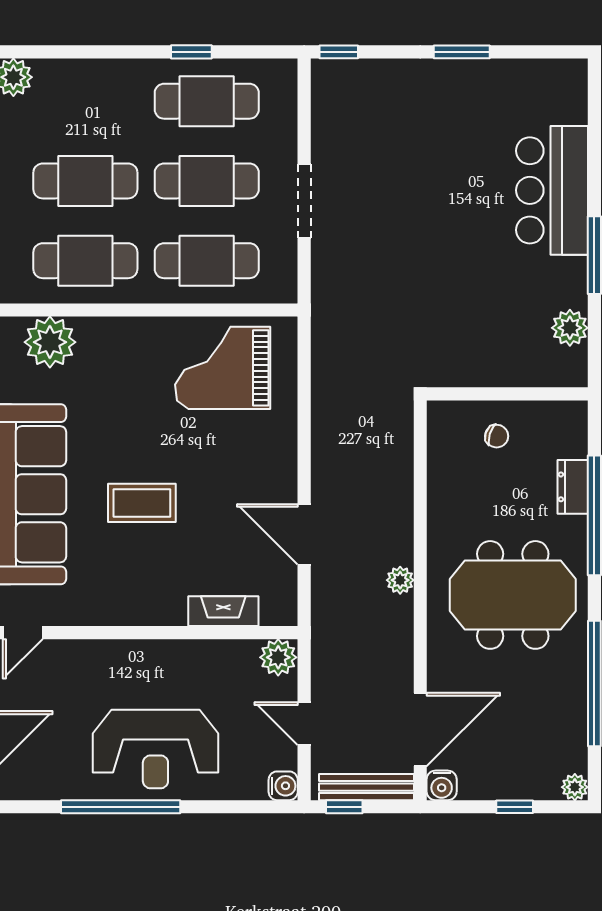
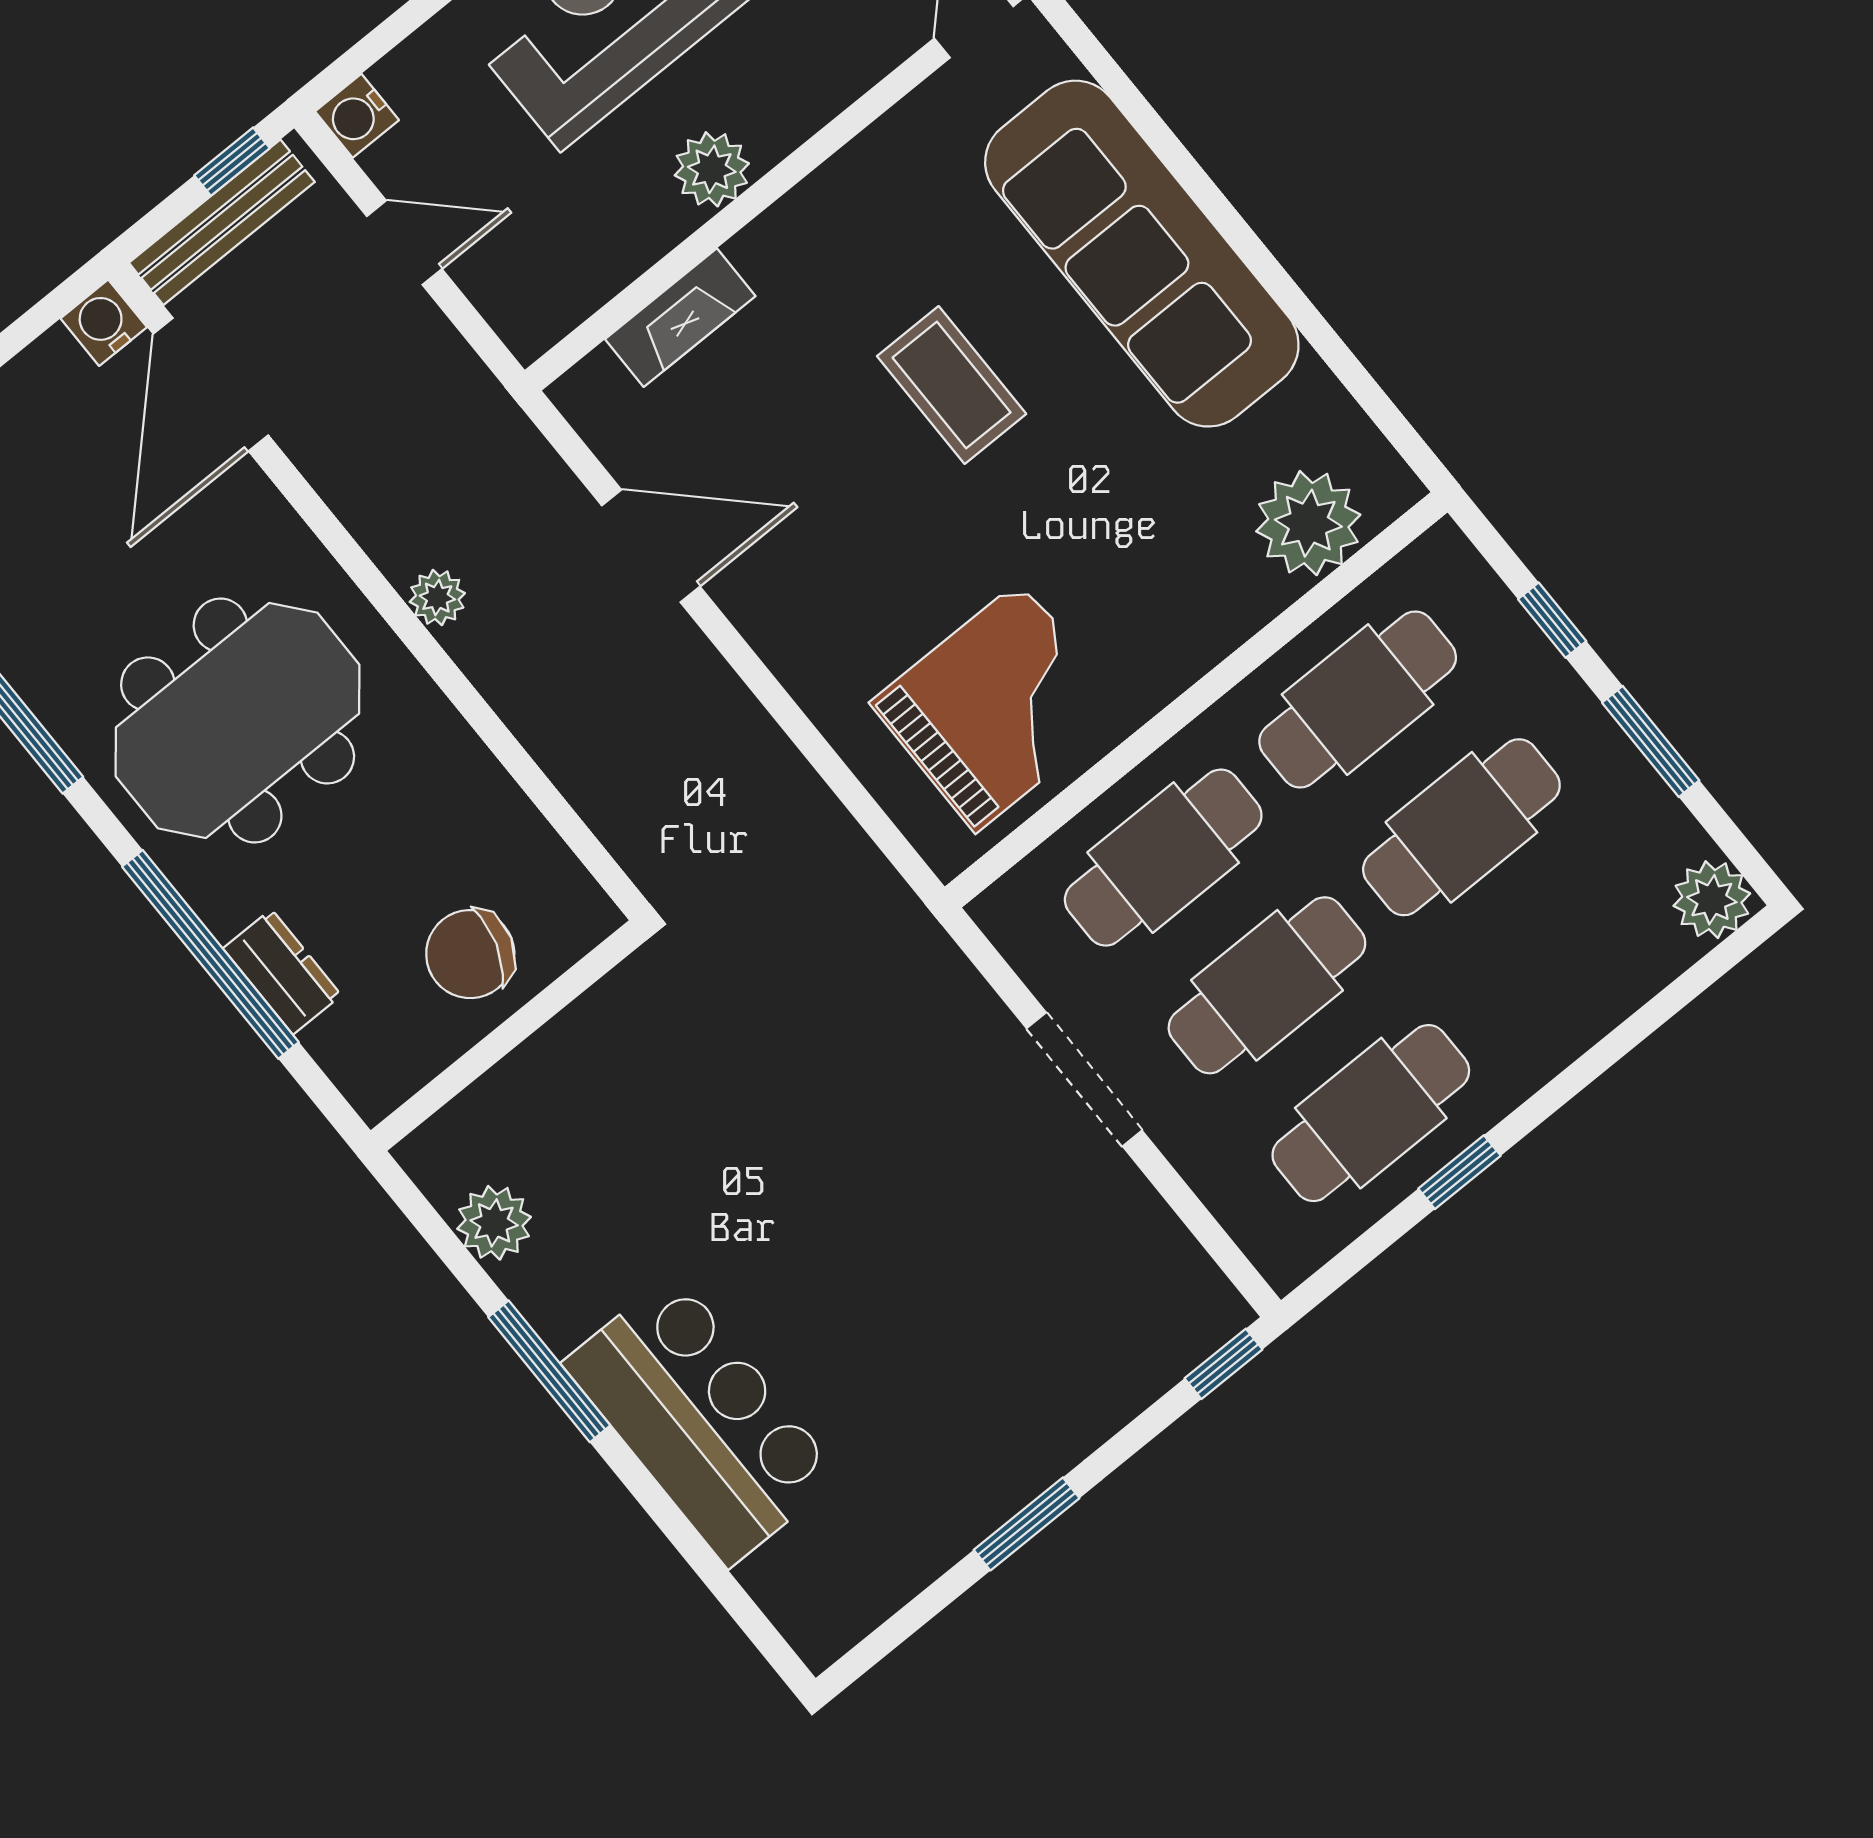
chair: (497, 436) -> (470, 954), width x1.87, depth x1.87
coffee table: (142, 503) -> (952, 385), turned 90
plant: (278, 657) -> (712, 169), moved

